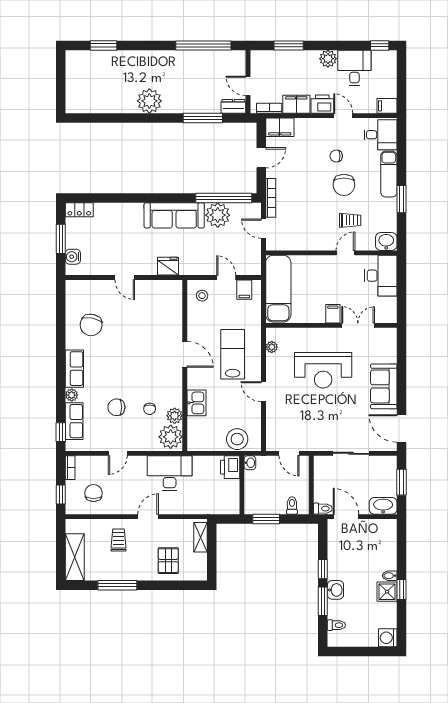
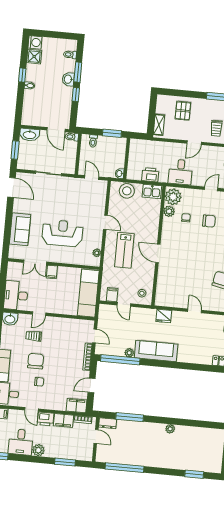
plant: (149, 101) -> (170, 429), width x0.53, depth x0.53
plant: (218, 215) -> (129, 353), width x0.53, depth x0.53
sofa: (384, 386) -> (20, 229), moved
kitchen sink: (197, 403) -> (152, 191), moved, turned -90
printer: (230, 467) -> (150, 175), moved, turned -90
desk: (170, 473) -> (180, 172), width x0.73
shower: (387, 592) -> (34, 57), moved

